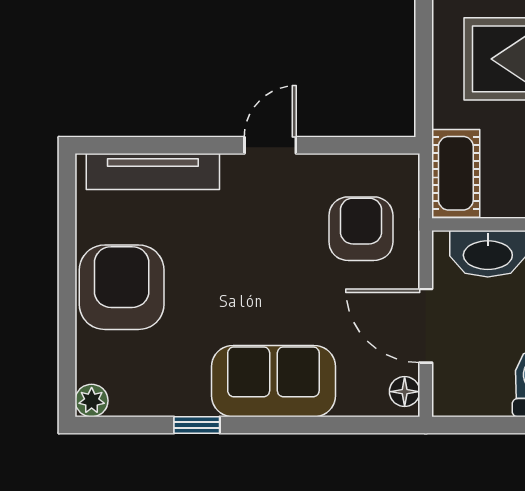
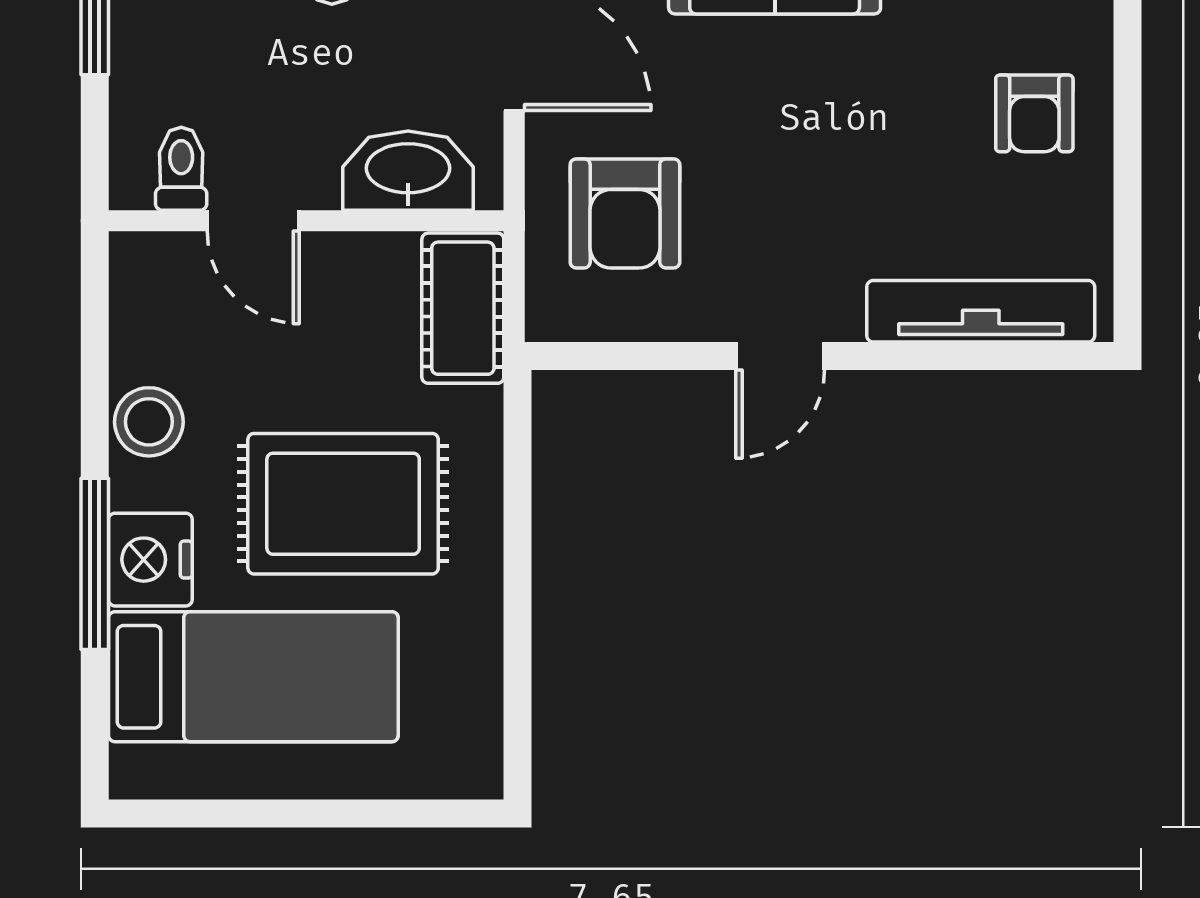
armchair: (122, 287) -> (1034, 113), width x0.53, depth x0.53

